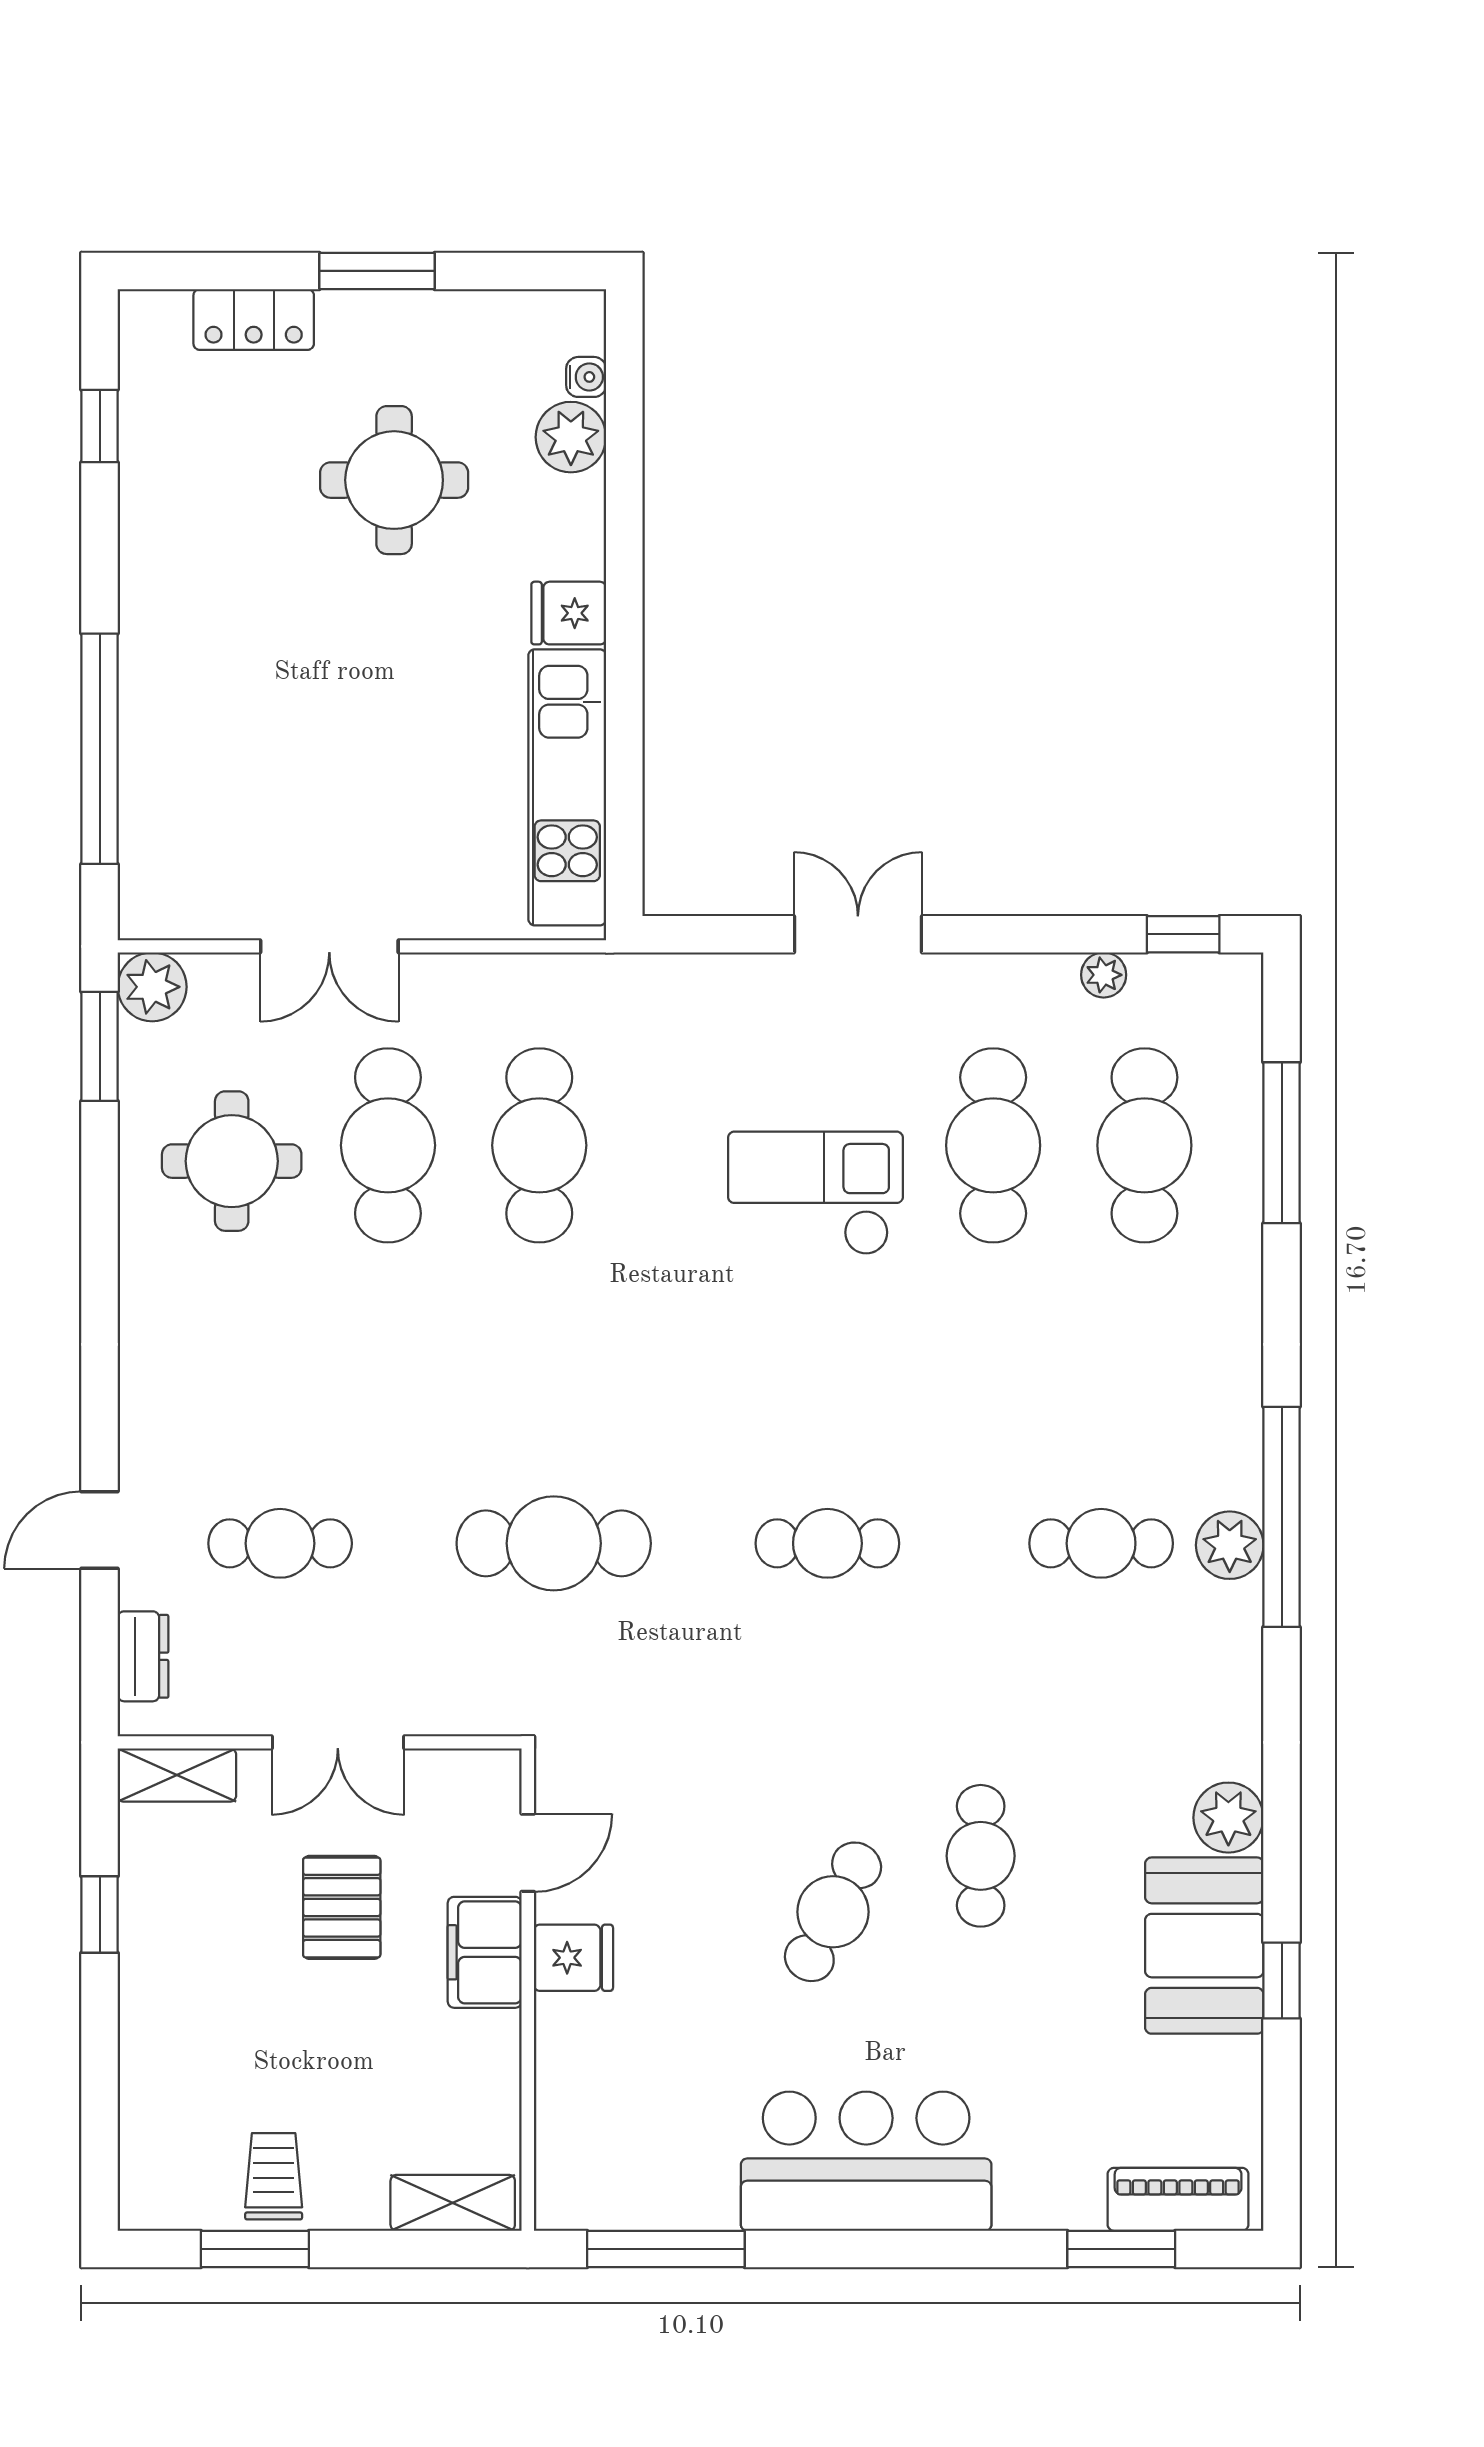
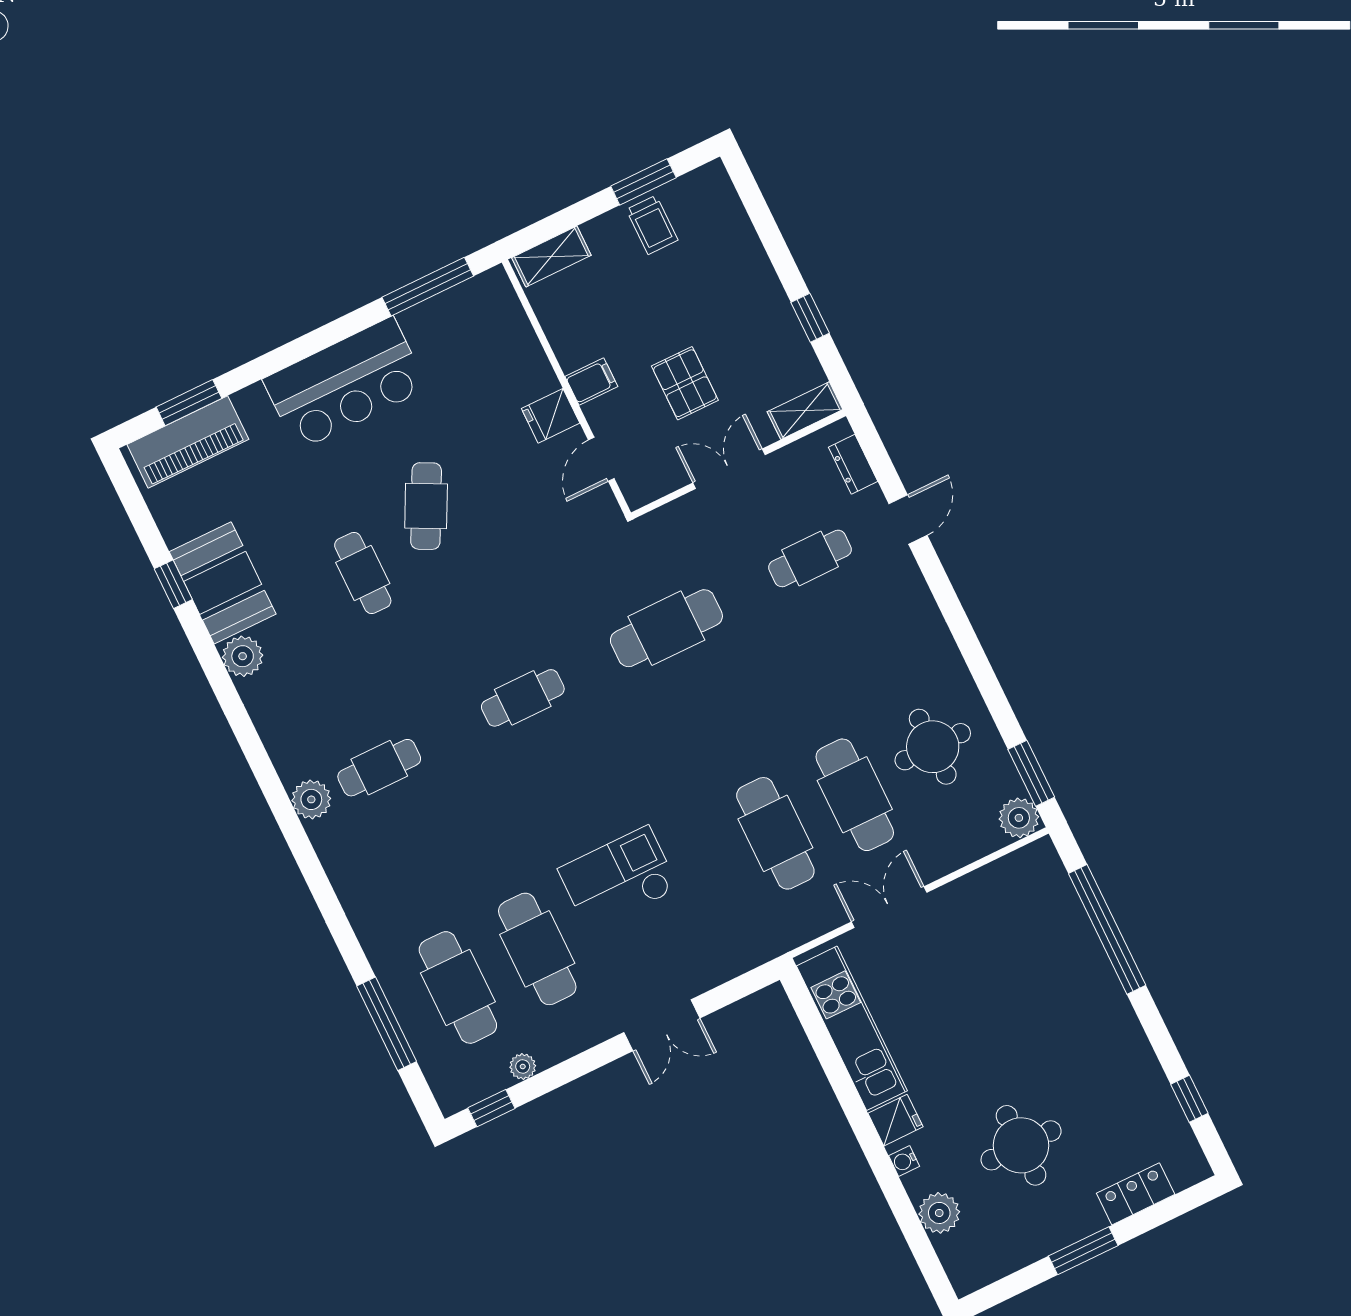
water cooler: (586, 377) -> (904, 1161), moved
double door: (329, 946) -> (889, 907), moved
checkout: (815, 1193) -> (618, 879), turned 180
window: (1282, 1517) -> (291, 827), removed
filing cabinet: (485, 1952) -> (591, 381), width x0.50
piano: (1178, 2199) -> (188, 442), width x1.37, depth x1.33

